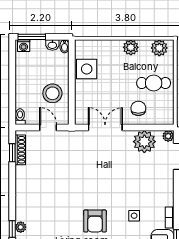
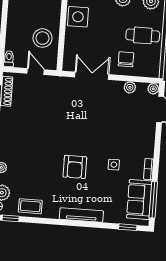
plant: (144, 142) -> (130, 87), width x0.53, depth x0.53

